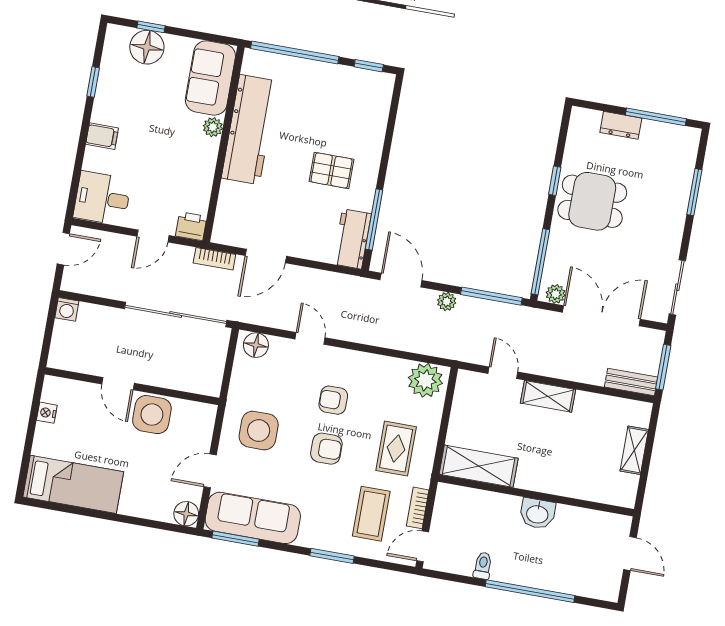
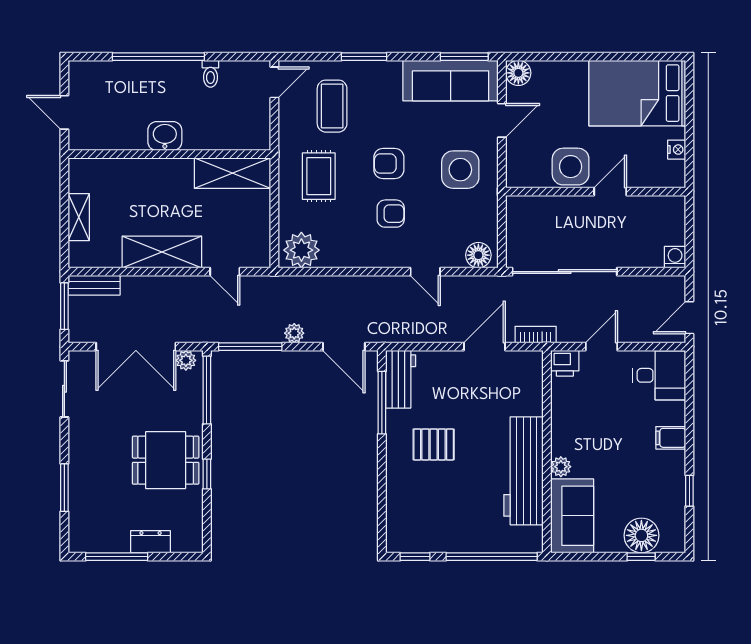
door: (118, 384) -> (610, 192), hinge flipped
shelving: (548, 396) -> (162, 252), width x1.50, depth x1.33
bed: (73, 484) -> (637, 93), width x1.50
bookcase: (418, 508) -> (286, 120), removed

